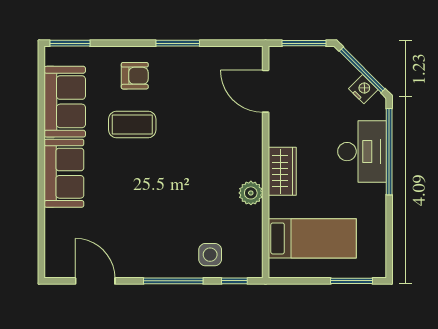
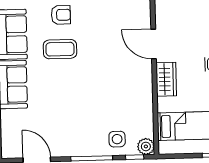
door: (266, 91) -> (154, 44), moved
plant: (251, 193) -> (146, 146), moved

